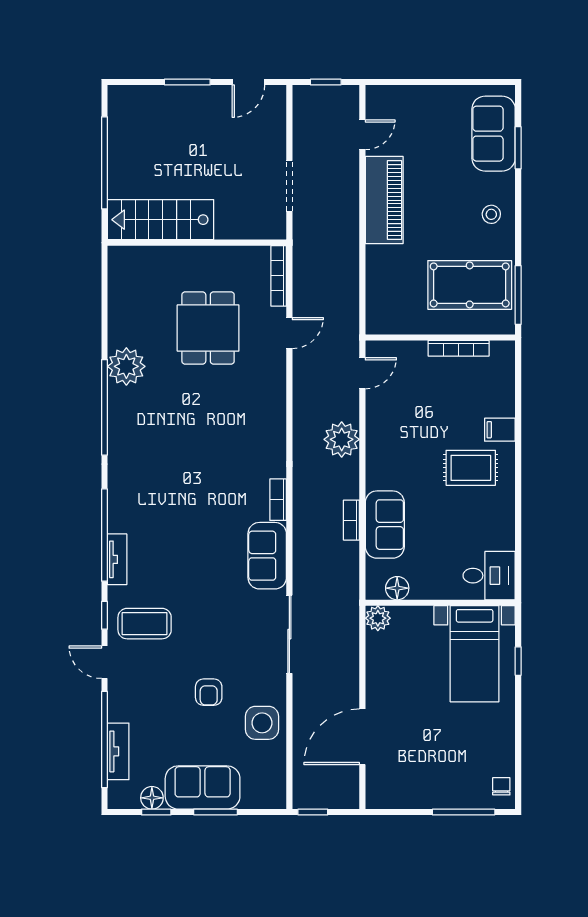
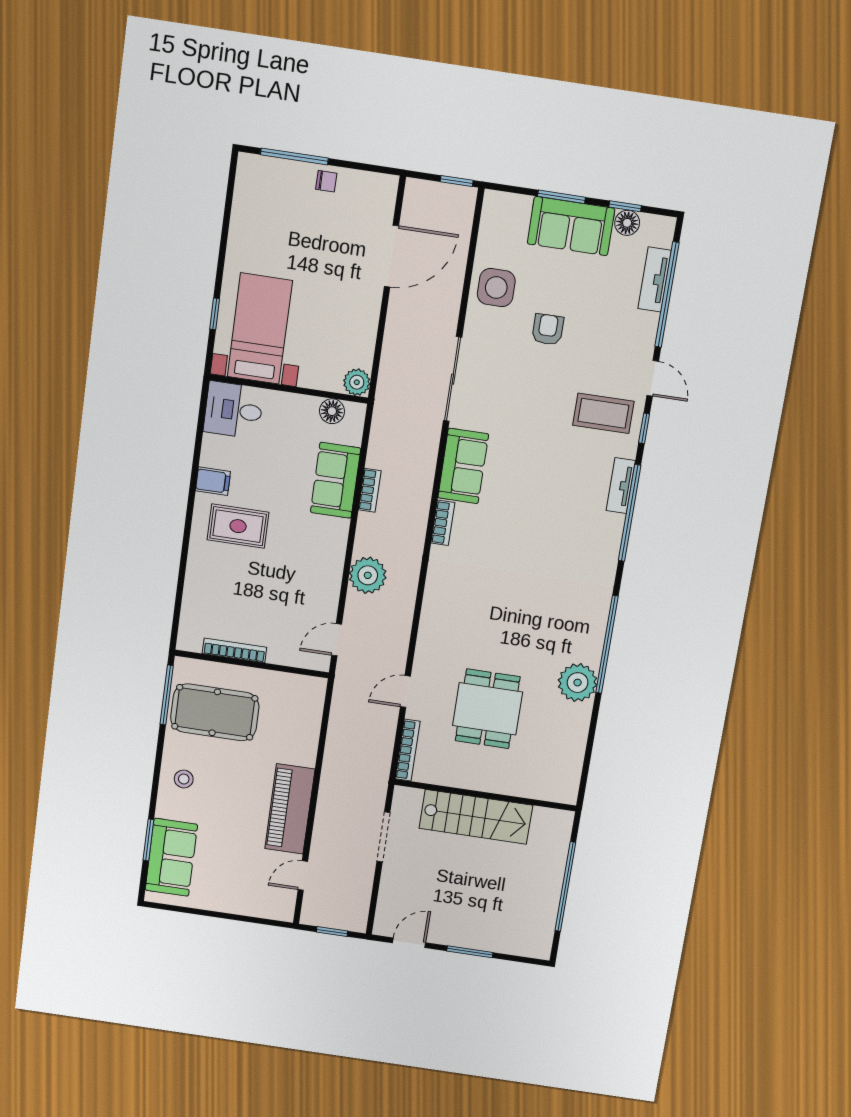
stairs: (161, 220) -> (476, 817), moved
filing cabinet: (500, 430) -> (213, 481), moved
chair: (501, 786) -> (326, 181), moved, turned -90

